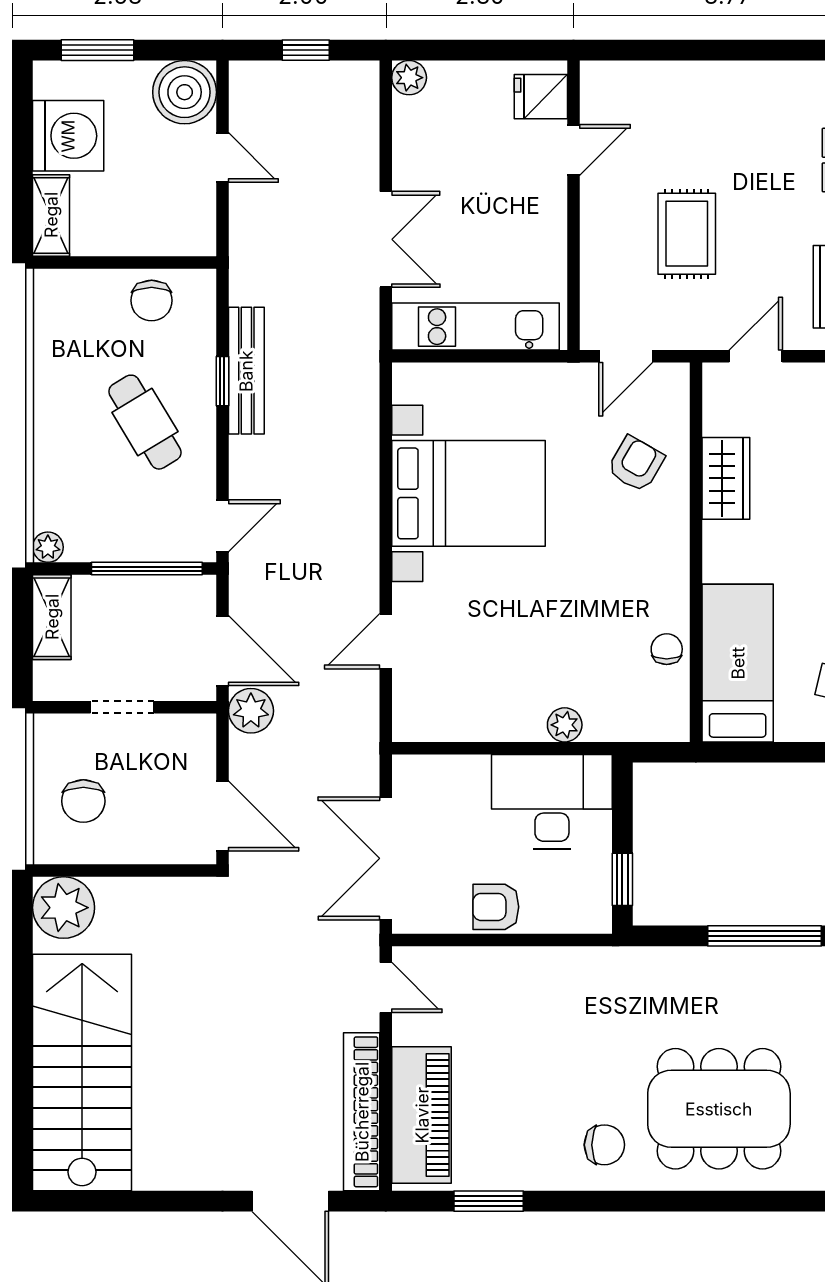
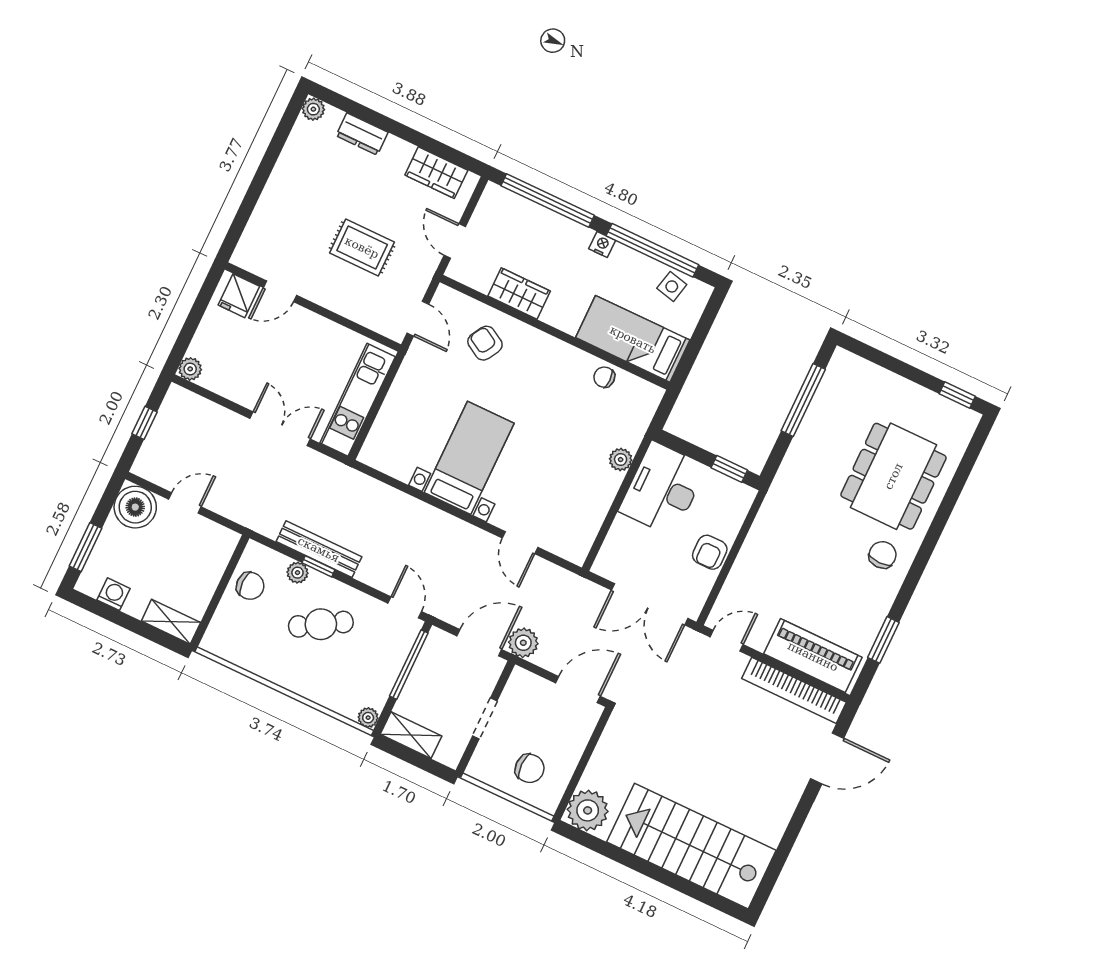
washing machine: (68, 136) -> (114, 594), width x0.53, depth x0.53
door: (573, 150) -> (280, 291), swing flipped
plant: (200, 357) -> (297, 573), added
bed with nightstands: (469, 493) -> (469, 458), width x0.73

